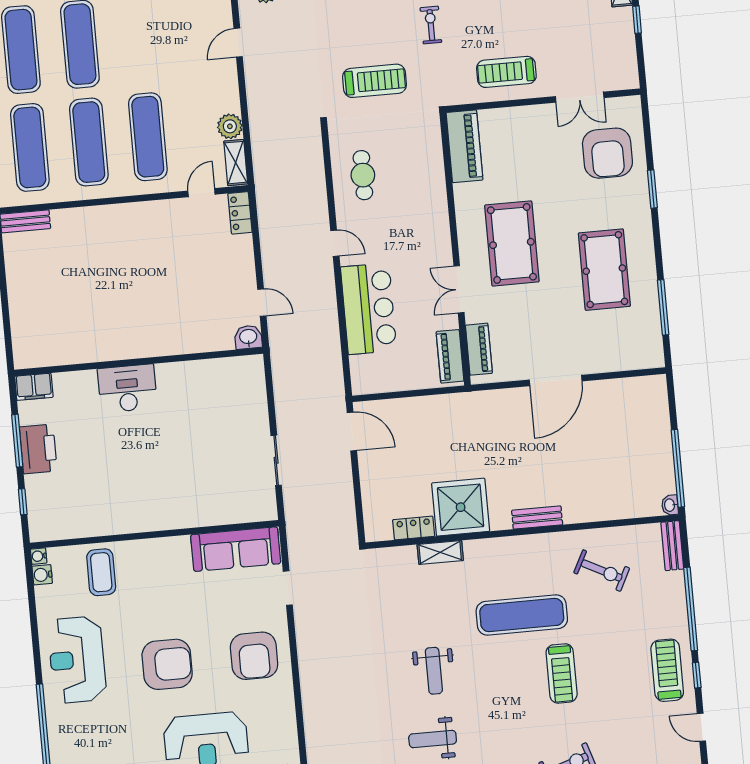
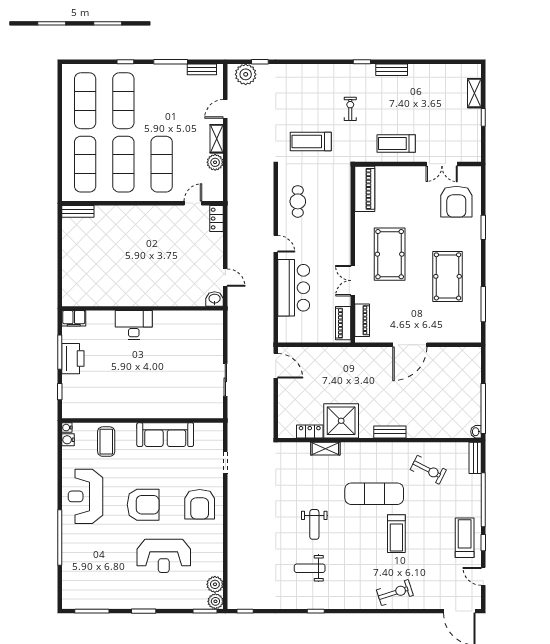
treadmill: (375, 81) -> (311, 142), turned 180
shelving: (236, 163) -> (217, 139), moved
sofa: (236, 549) -> (165, 435), moved

